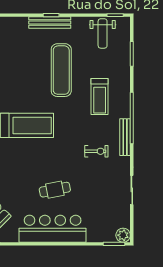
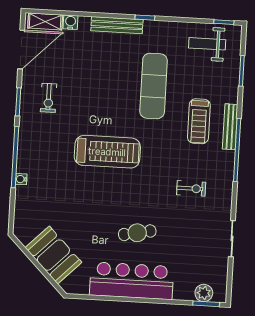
bench: (50, 23) -> (117, 25), moved
weight bench: (103, 33) -> (207, 44), turned 90
bench: (125, 137) -> (230, 127), moved
plant: (123, 235) -> (204, 293), moved

